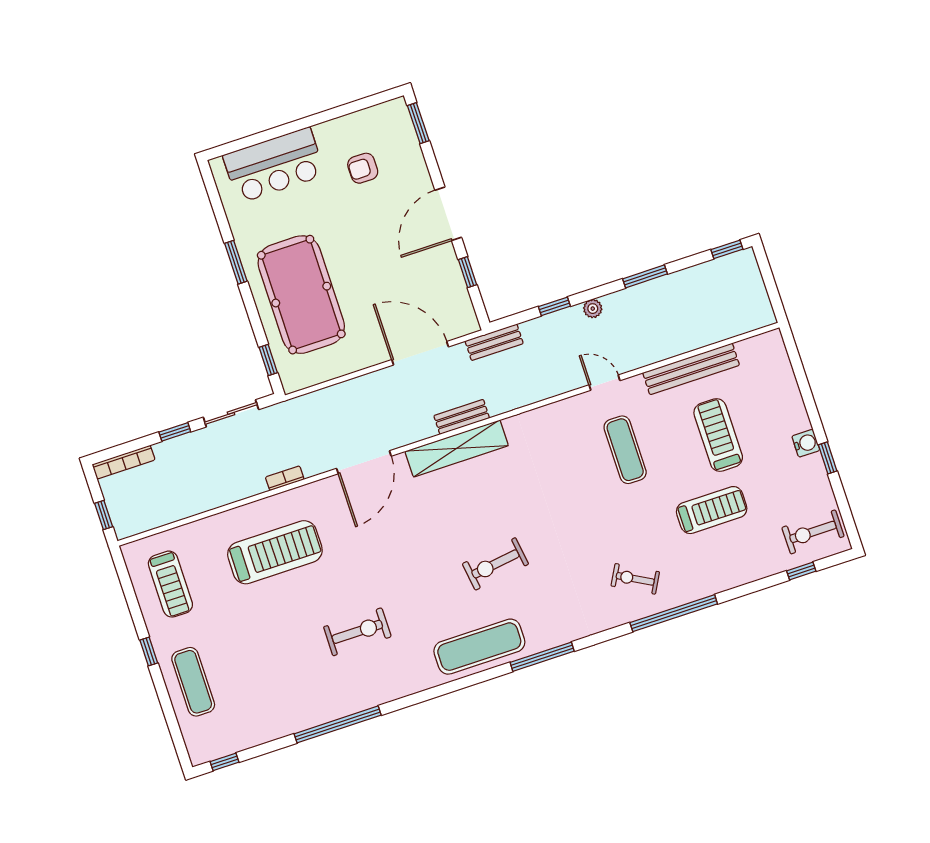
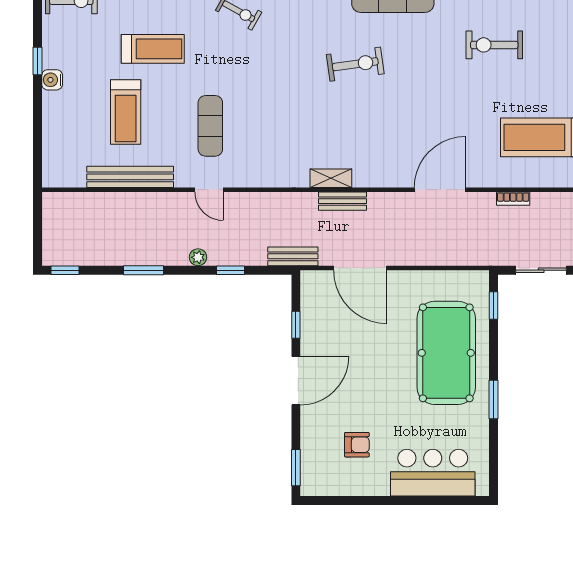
shelving: (457, 448) -> (331, 178), width x0.45, depth x0.75
treadmill: (712, 510) -> (153, 49), turned 180

